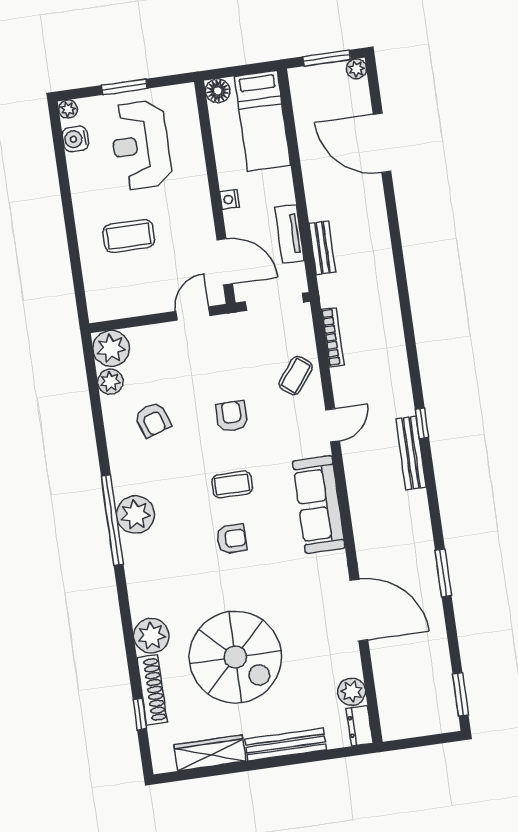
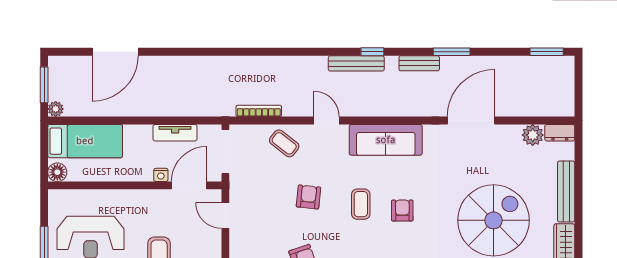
plant: (356, 69) -> (56, 109), moved
nightstand: (230, 200) -> (161, 175), moved
bench: (322, 248) -> (419, 63), moved
armchair: (232, 416) -> (308, 197), turned 96
window: (422, 423) -> (372, 52), moved

